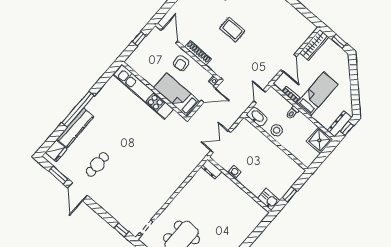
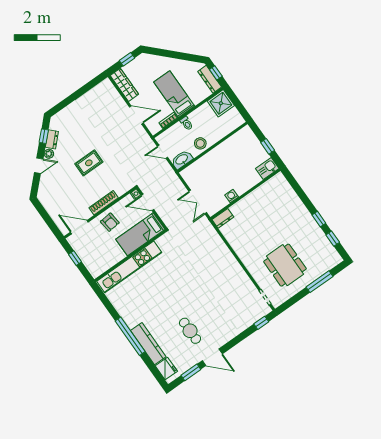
door: (209, 94) -> (148, 202), swing flipped

